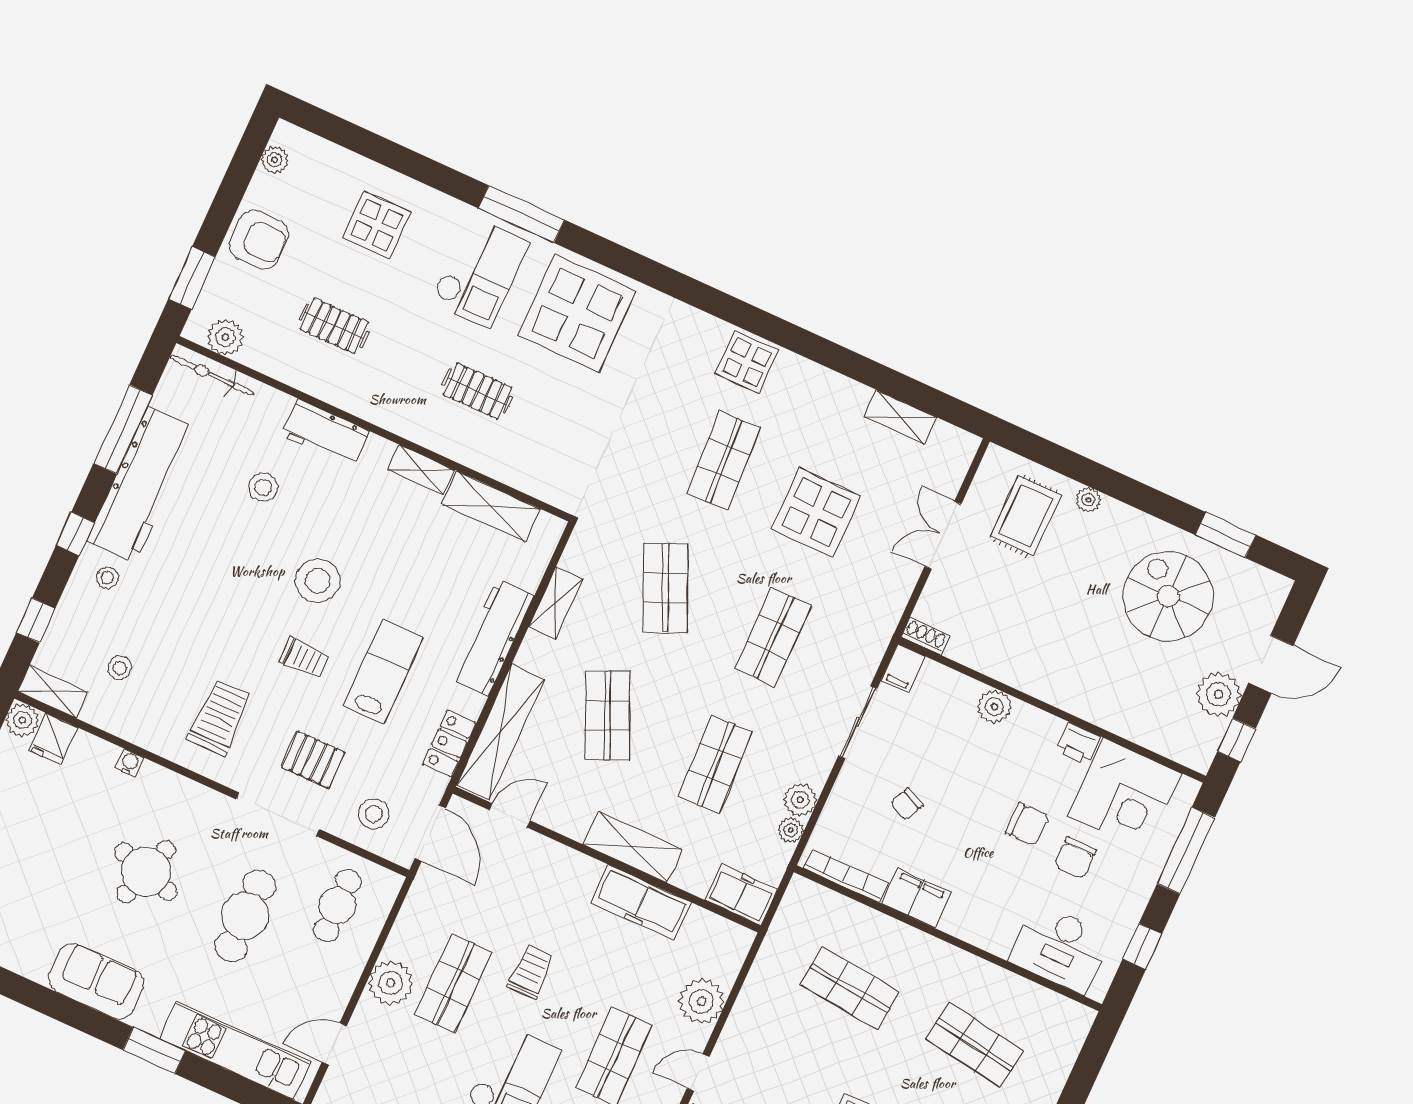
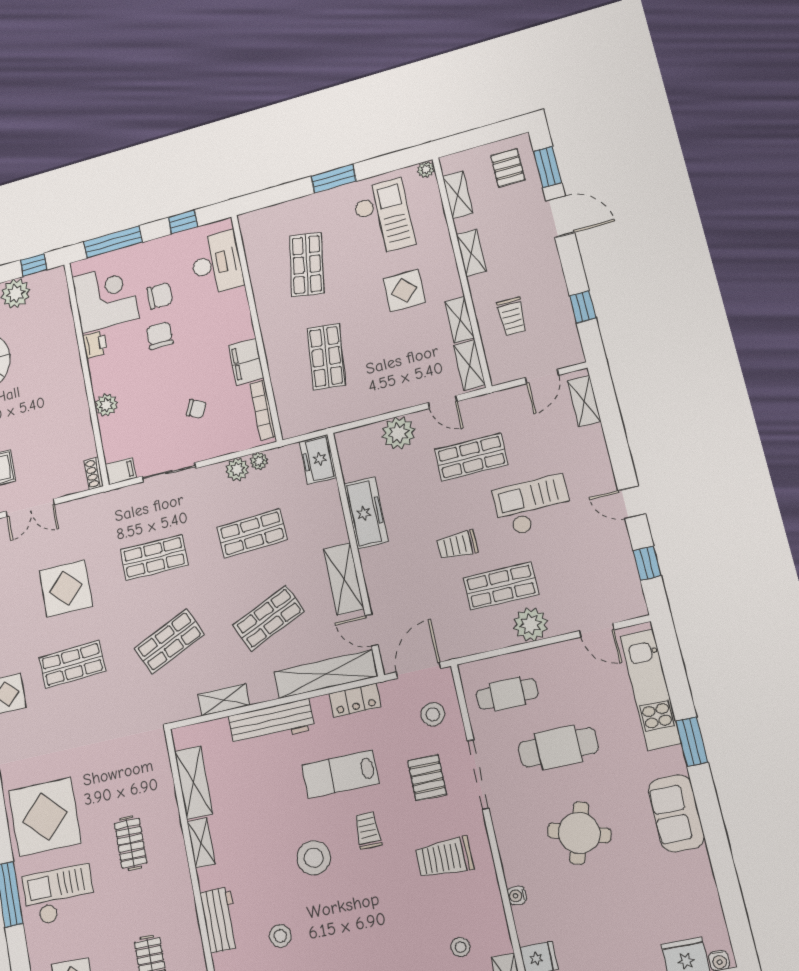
shelving: (633, 847) -> (344, 579), moved

